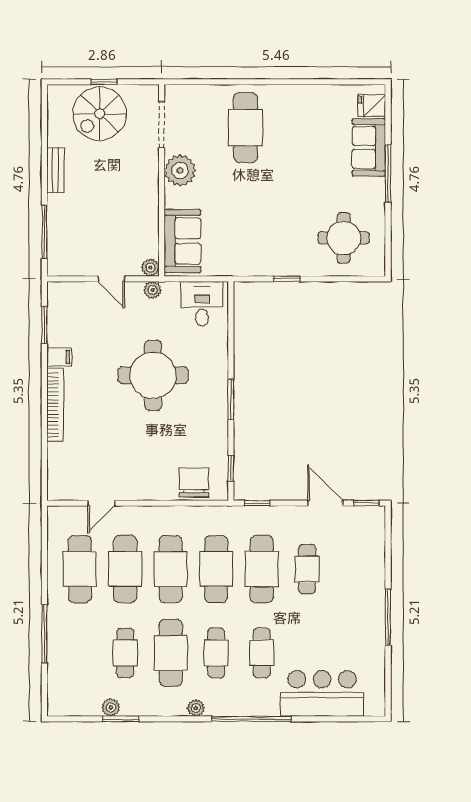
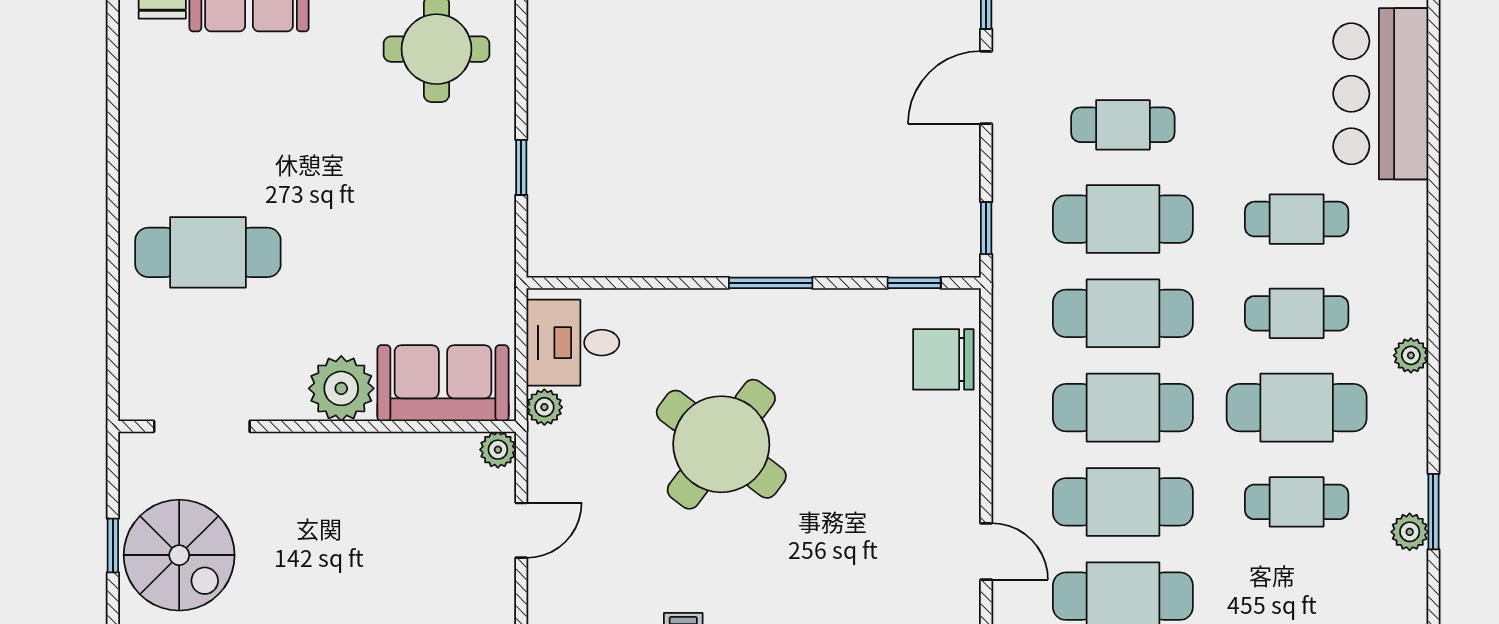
plant: (180, 171) -> (341, 388), moved
plant: (153, 290) -> (544, 407), moved
round table: (153, 375) -> (721, 444), turned 37
window: (251, 719) -> (1433, 241), removed

